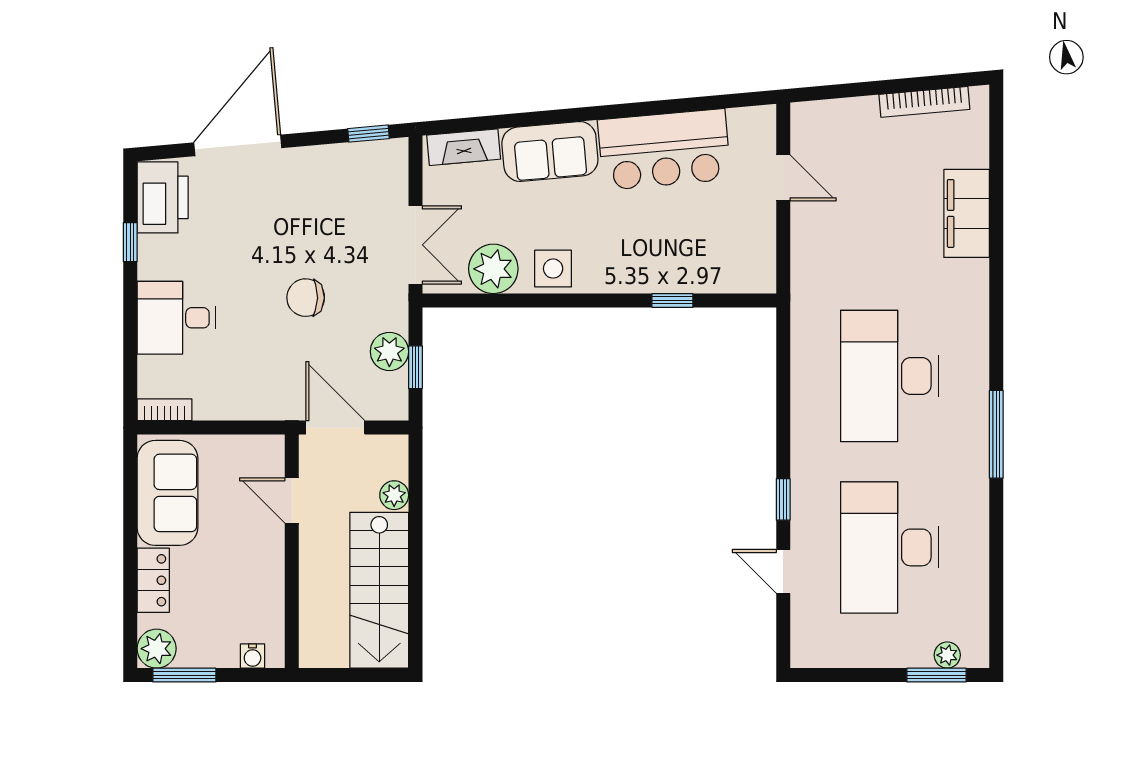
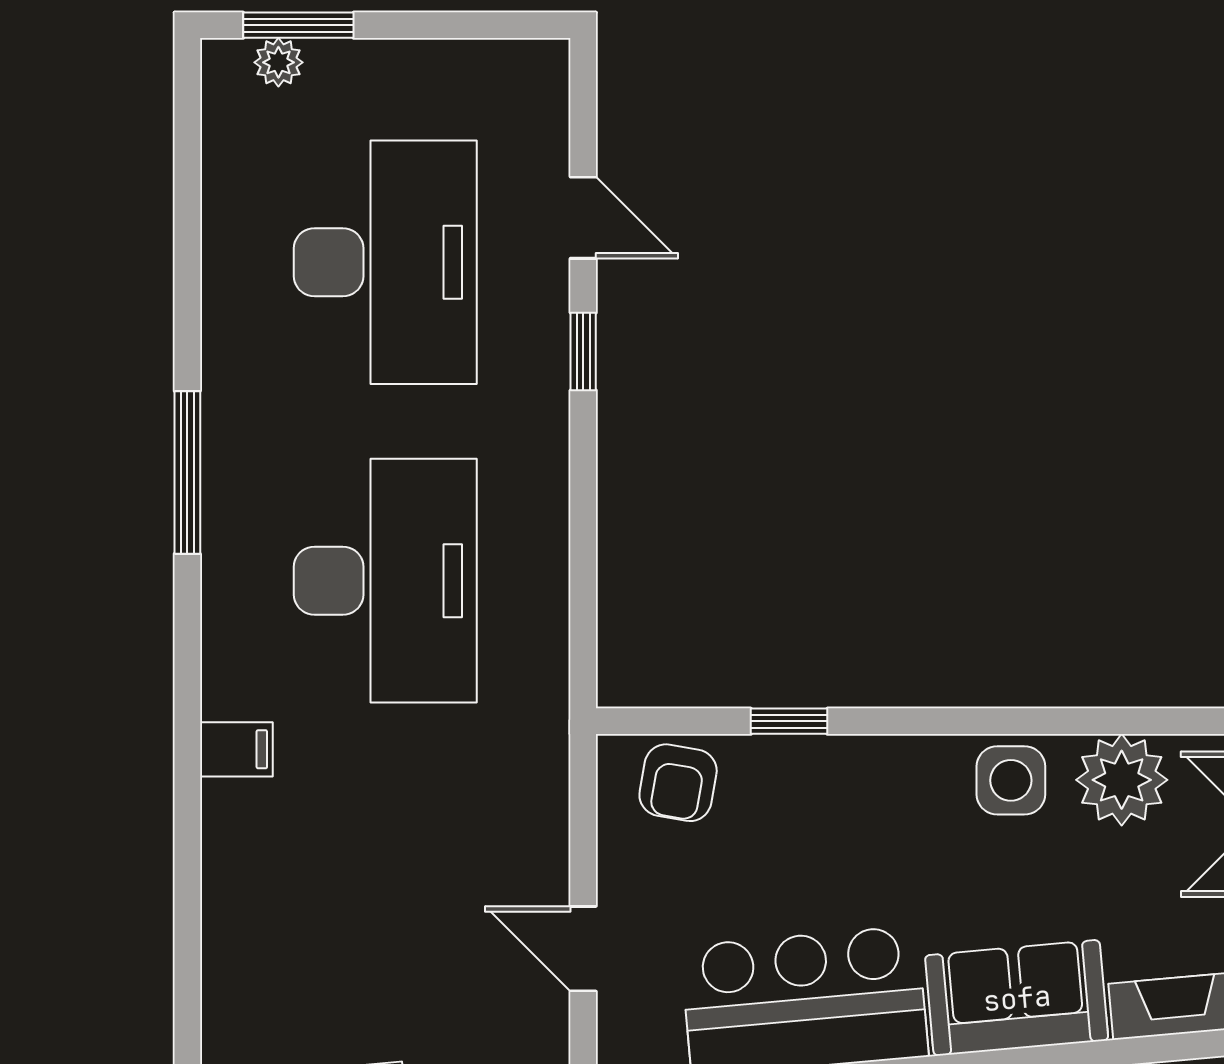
filing cabinet: (967, 213) -> (236, 749), moved, width x0.33, depth x0.86
armchair: (732, 267) -> (678, 783), added

